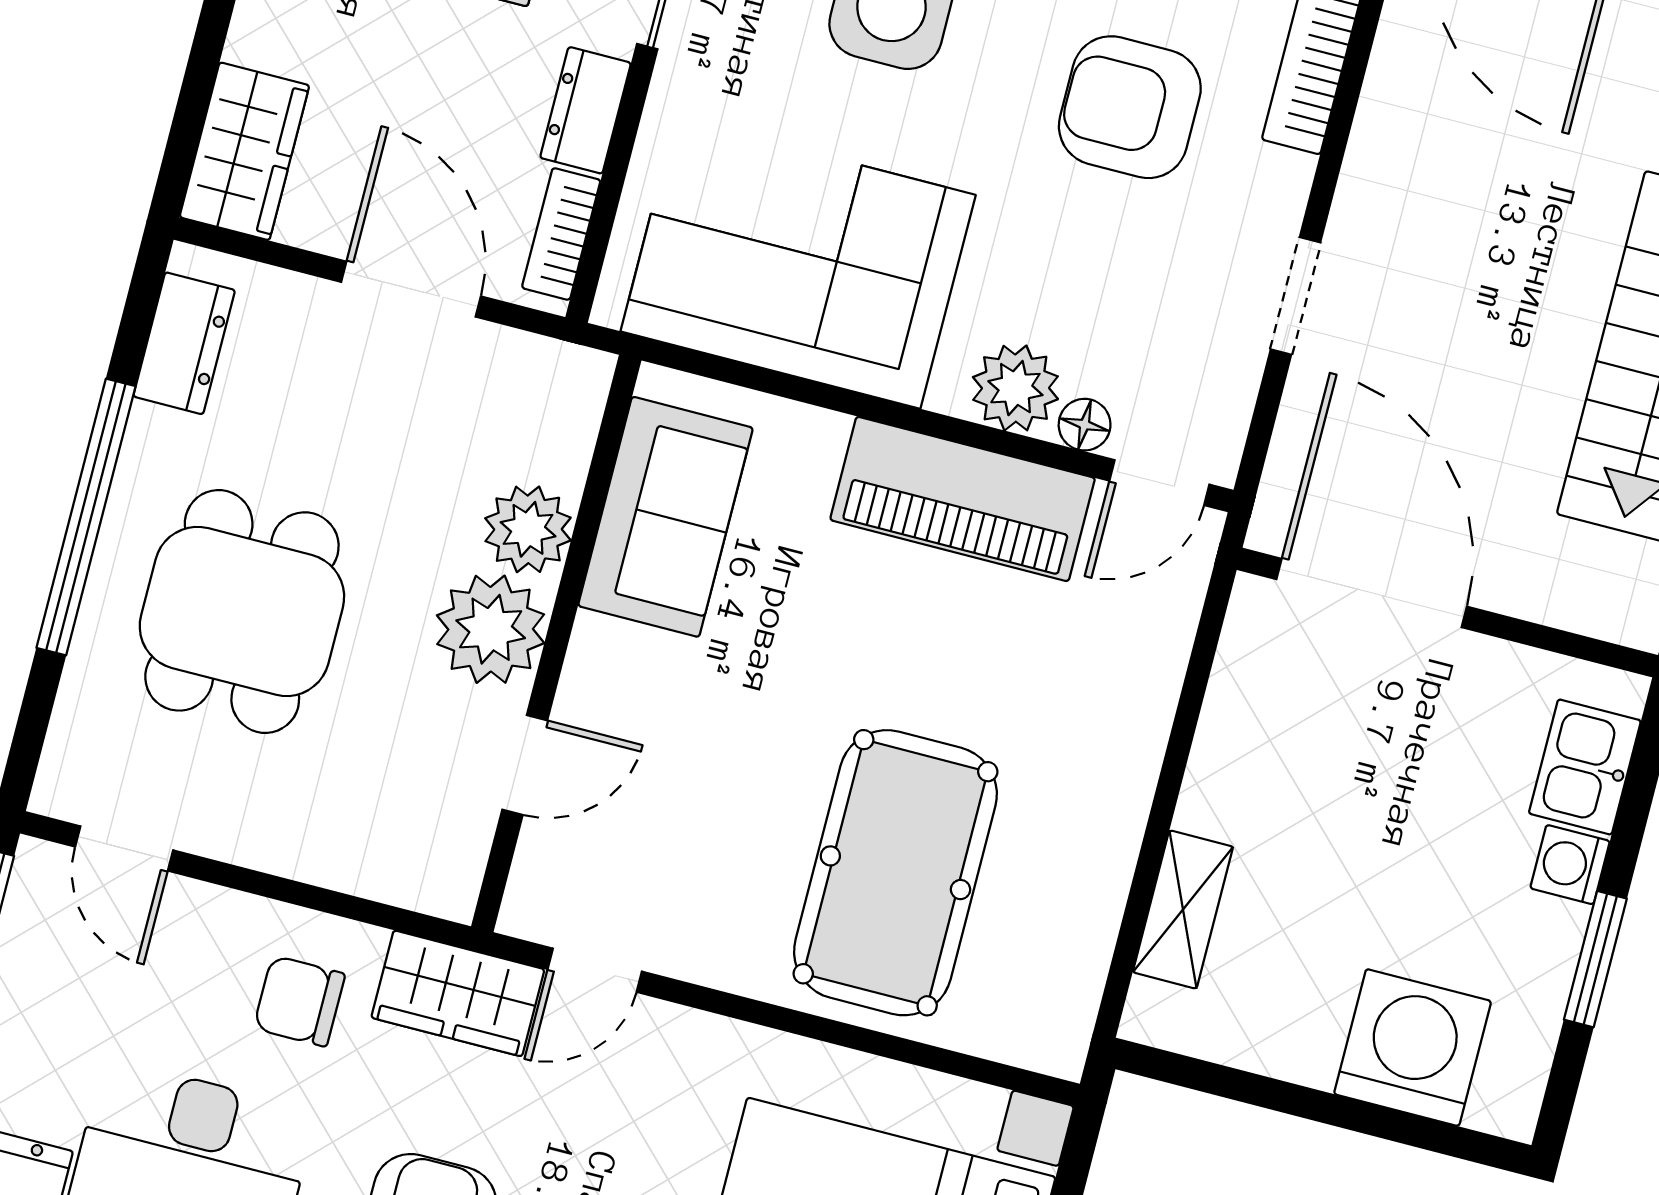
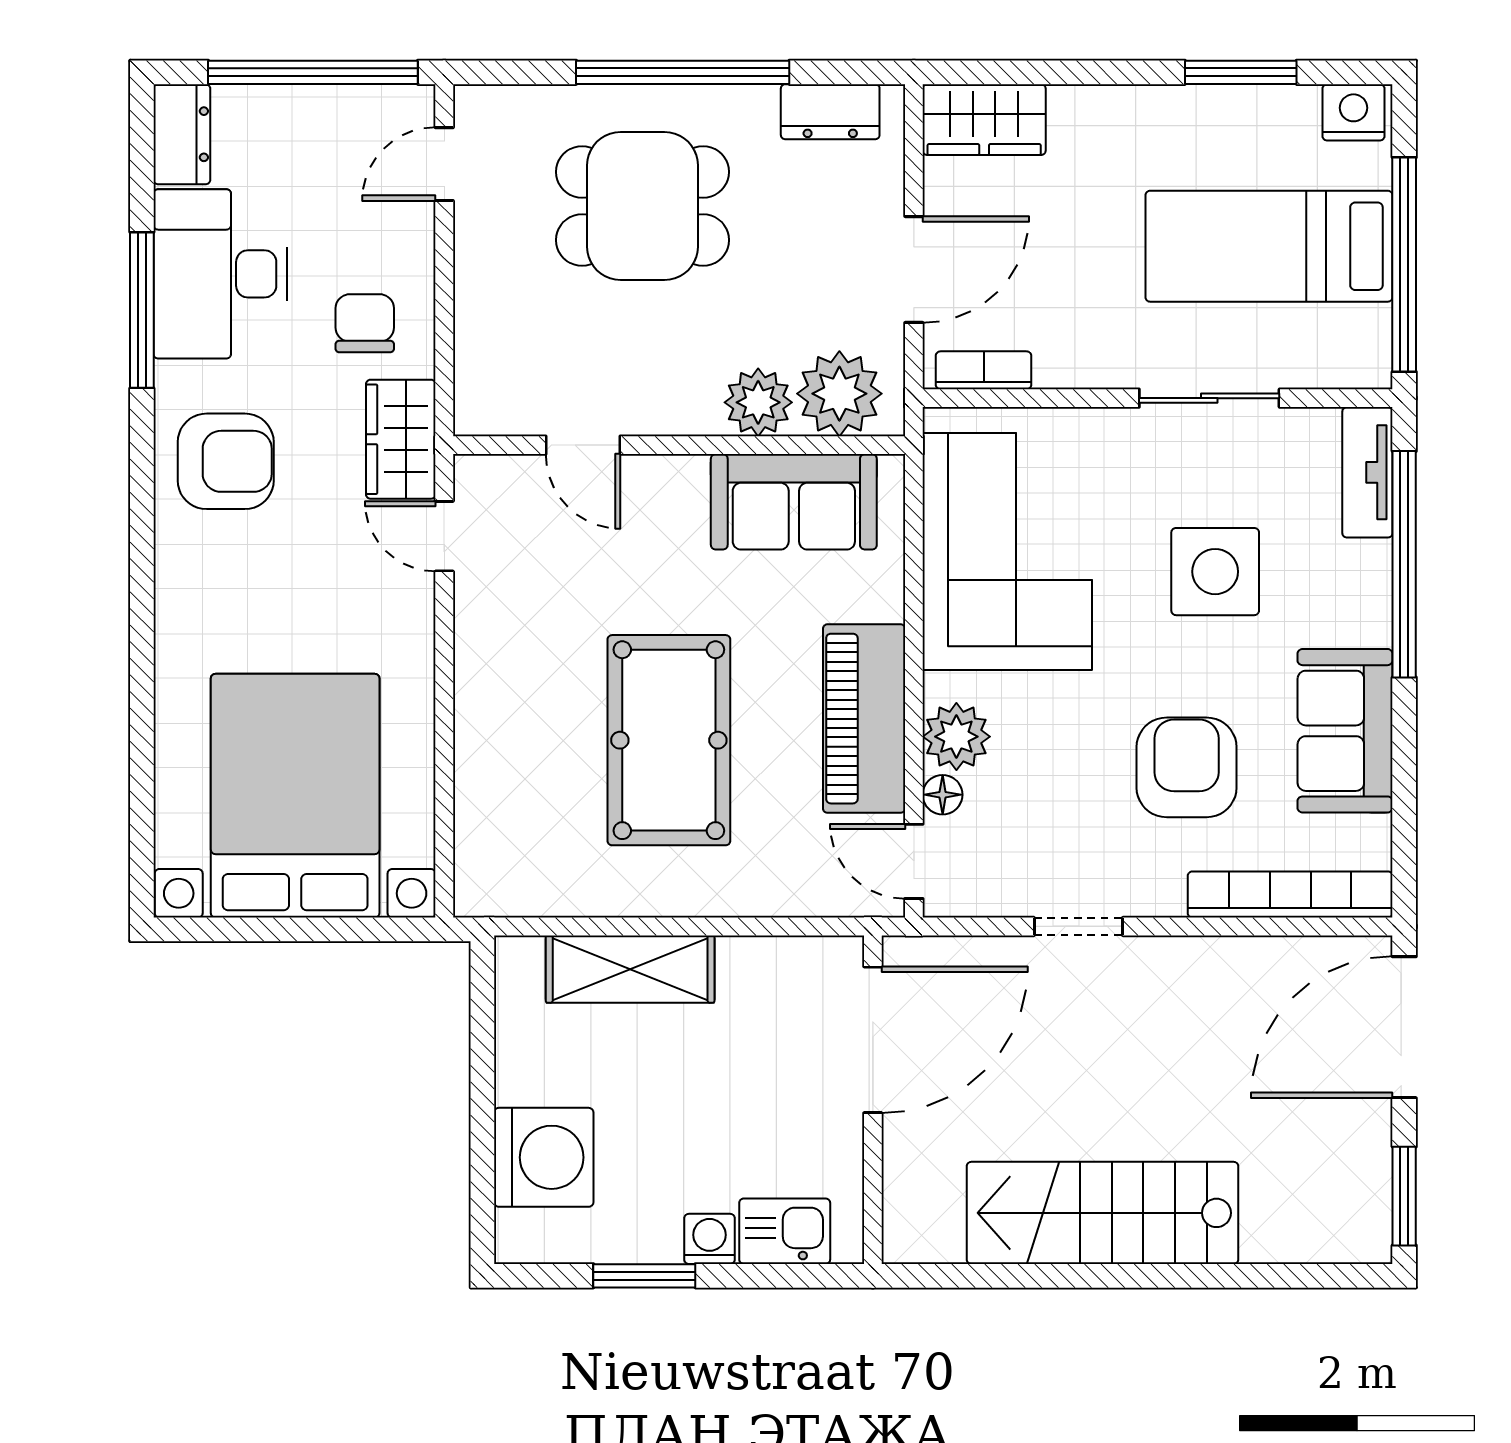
dresser: (585, 110) -> (1080, 365), removed
plant: (491, 629) -> (839, 394), moved
pool table: (895, 873) -> (669, 740), moved, turned 90
shelving: (1183, 909) -> (630, 969), width x1.50, depth x1.33

